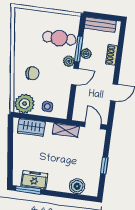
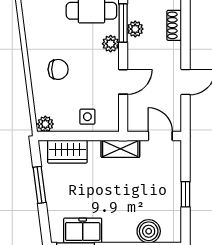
door: (75, 77) -> (123, 82), moved
plant: (25, 104) -> (45, 124), width x0.53, depth x0.53
window: (10, 147) -> (40, 185), added

